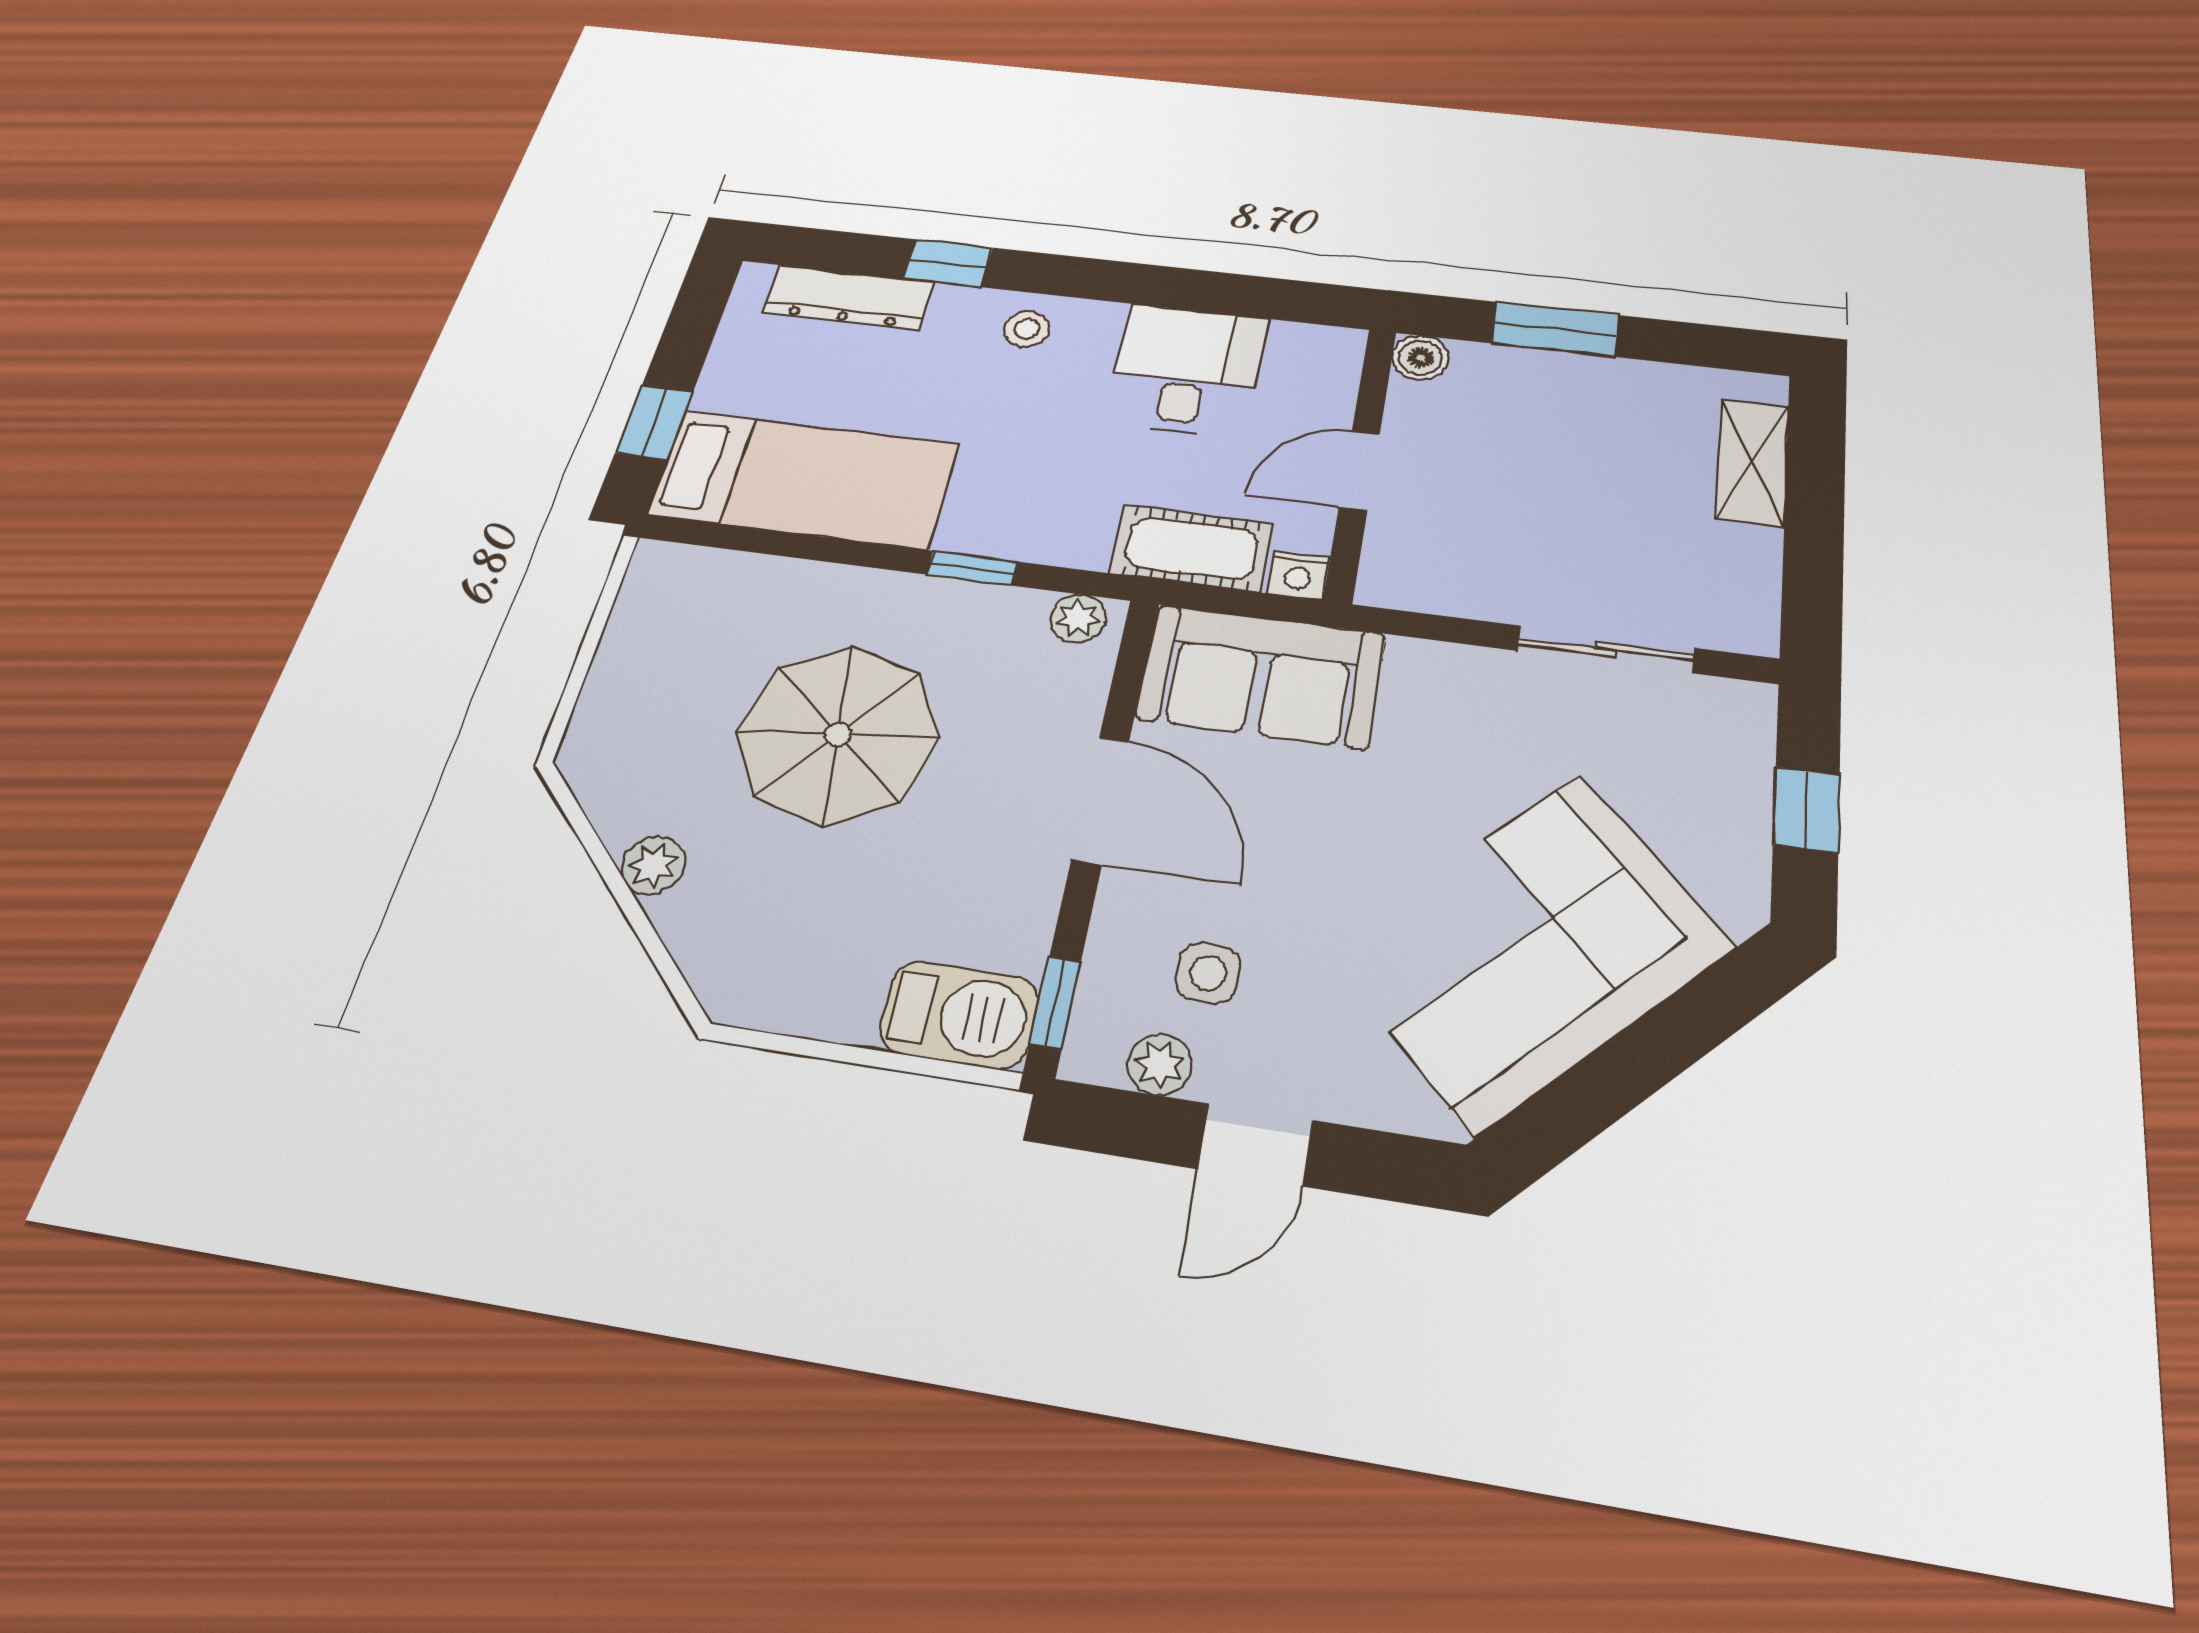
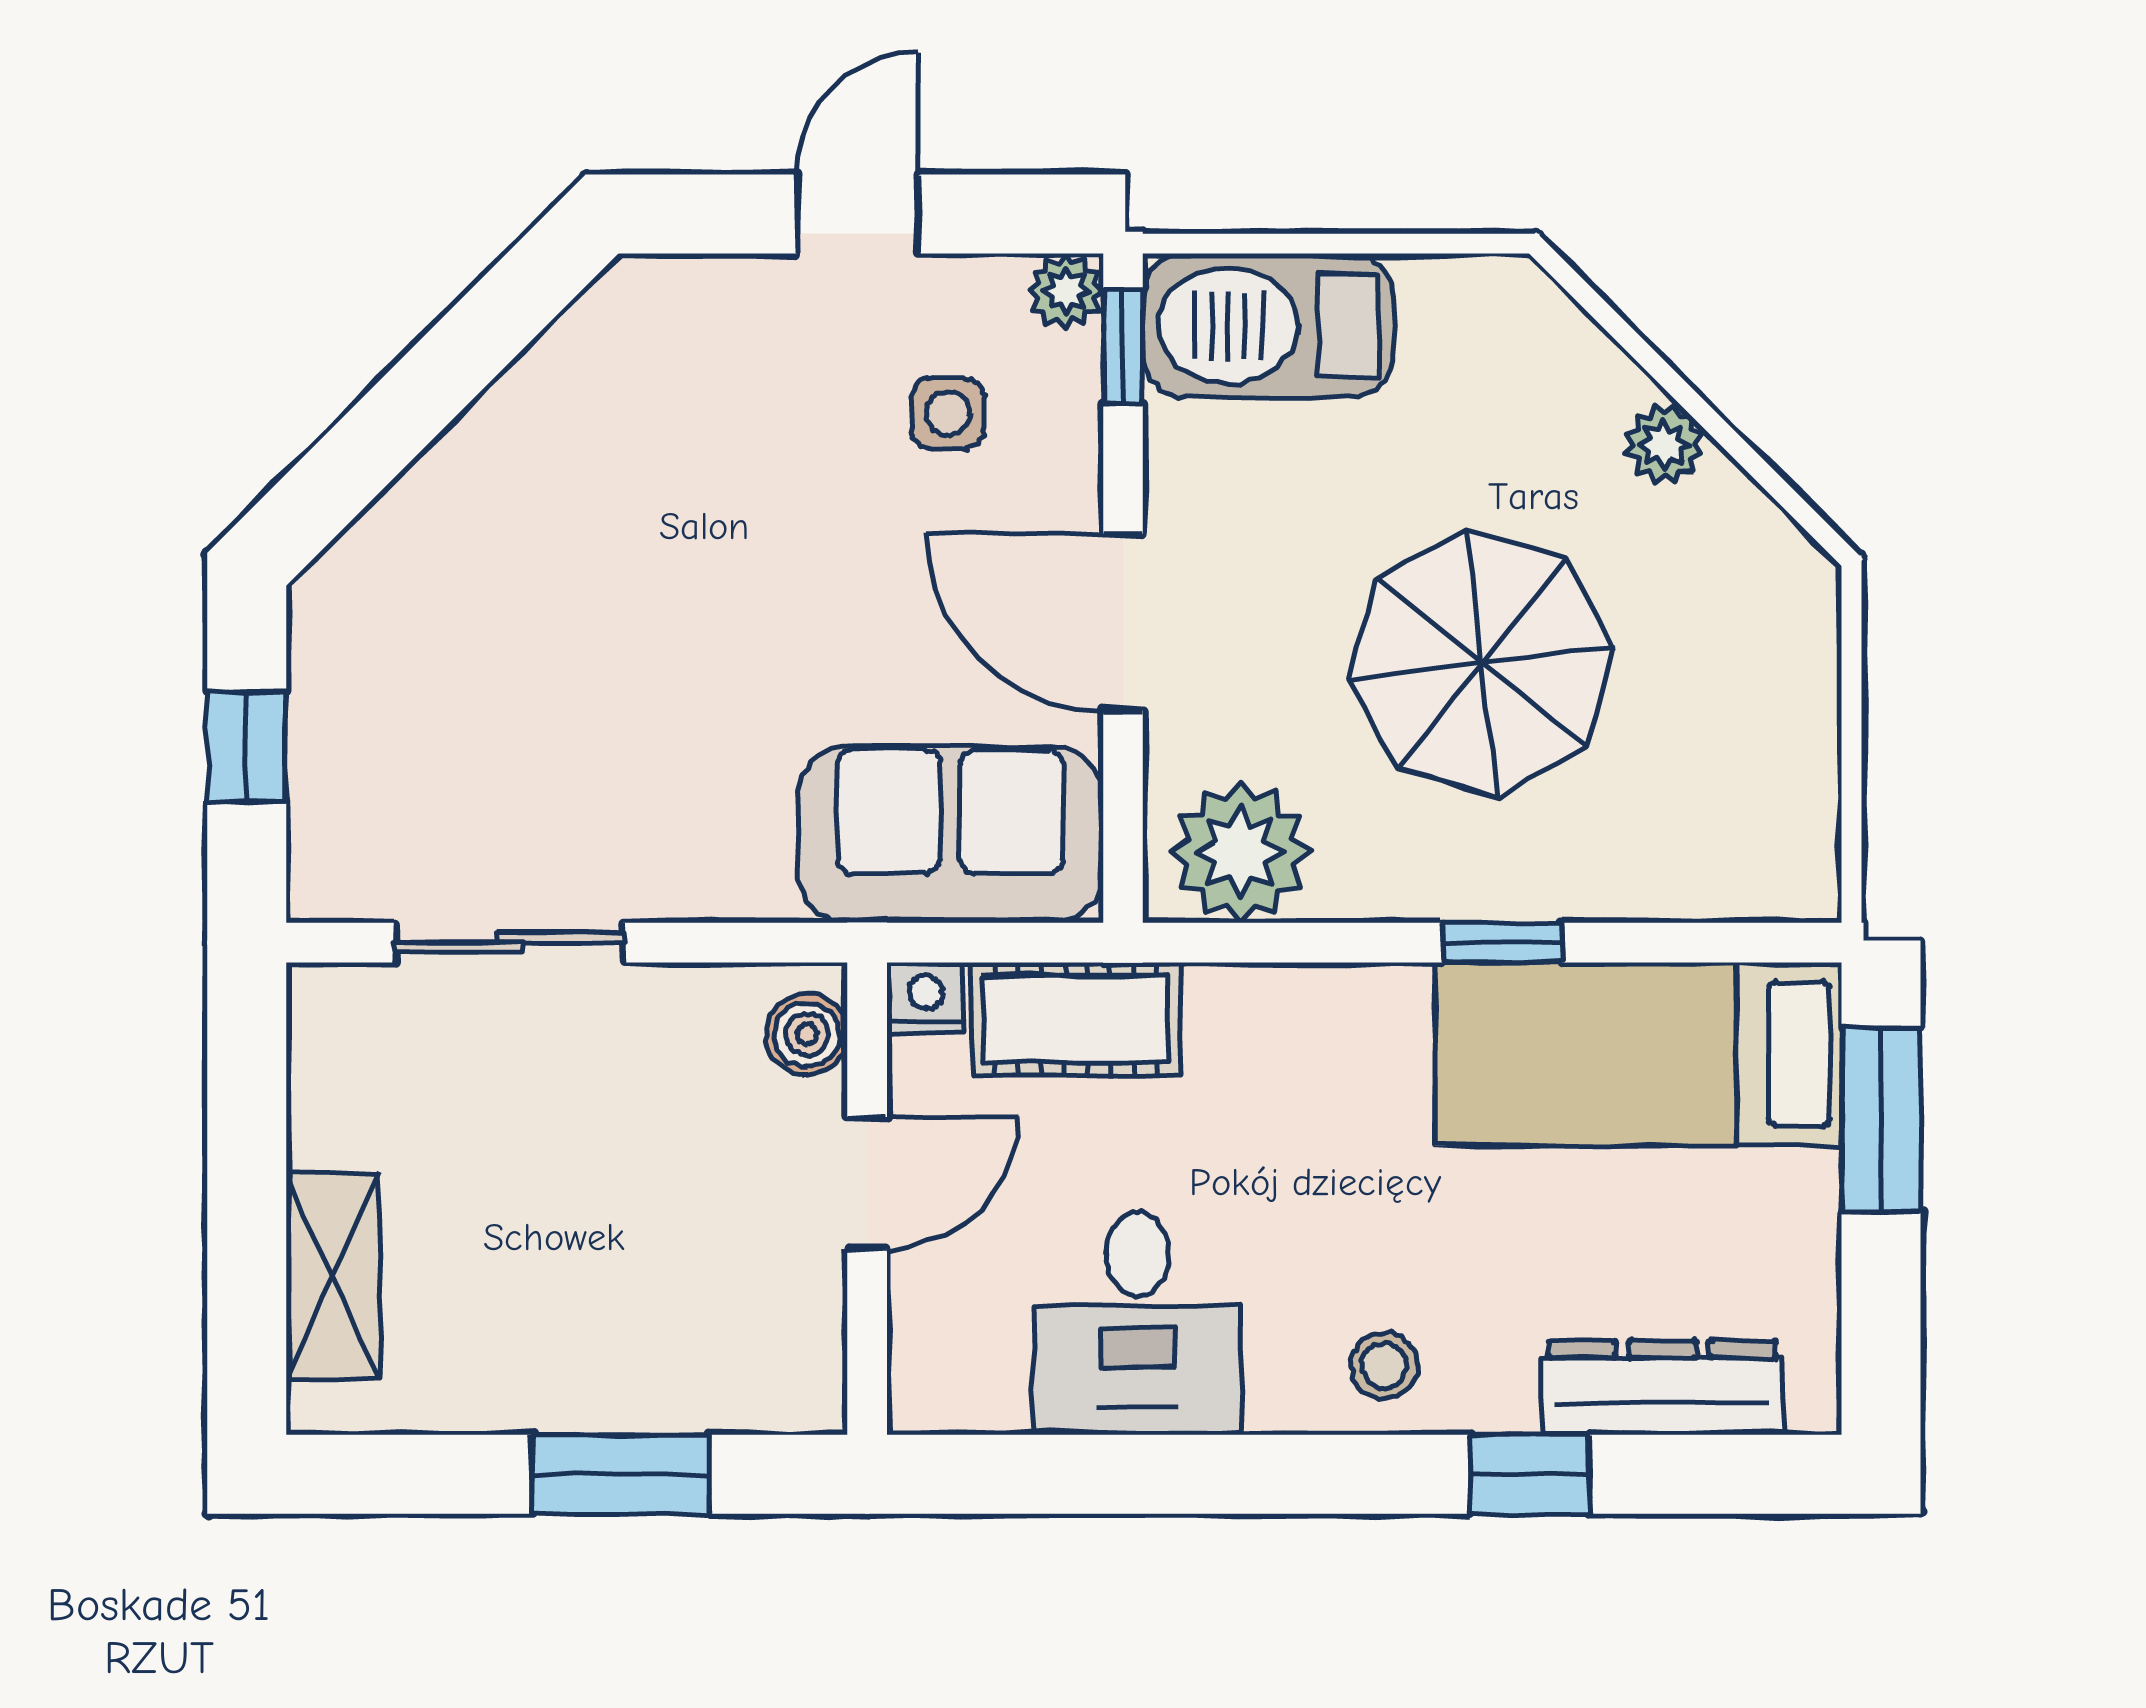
boiler: (1421, 358) -> (807, 1034), moved
window: (654, 422) -> (1881, 1120), width x1.50
window: (972, 568) -> (1502, 943), moved
plant: (1078, 618) -> (1240, 852), width x1.88, depth x1.88
corner sofa: (1530, 948) -> (569, 507), removed
barbecue: (959, 1015) -> (1268, 326), width x1.37, depth x1.21
plant: (1160, 1064) -> (1066, 291), moved

